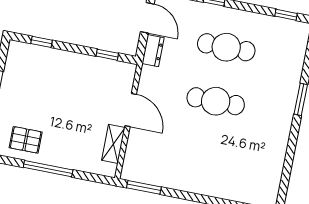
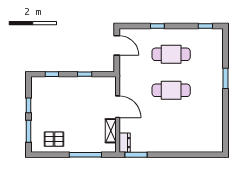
dresser: (153, 51) -> (125, 143), moved
window: (107, 55) -> (85, 74), moved
window: (48, 169) -> (85, 155), moved

